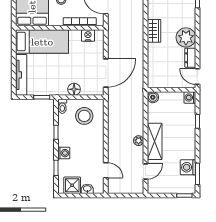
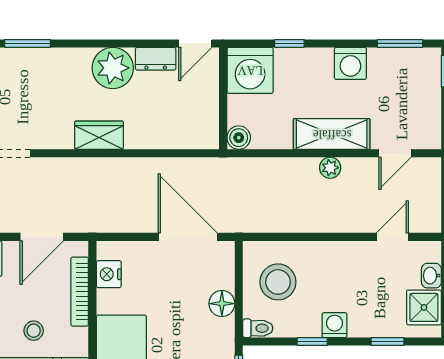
washing machine: (190, 97) -> (250, 70), width x1.89, depth x1.89
washing machine: (64, 153) -> (335, 325), moved
washing machine: (188, 167) -> (350, 63), moved
door: (145, 171) -> (395, 153), swing flipped

